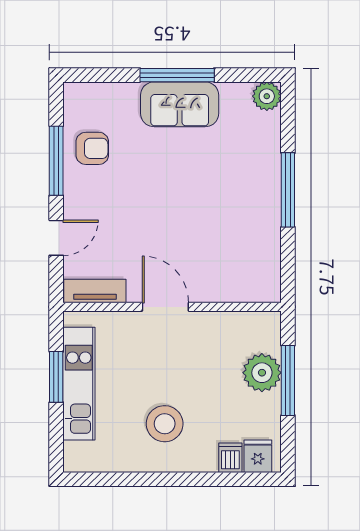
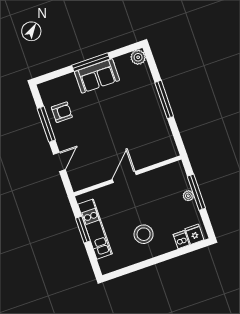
tv unit: (95, 291) -> (87, 181), removed
door: (165, 307) -> (124, 177), hinge flipped
plant: (262, 373) -> (188, 196), width x0.53, depth x0.53

